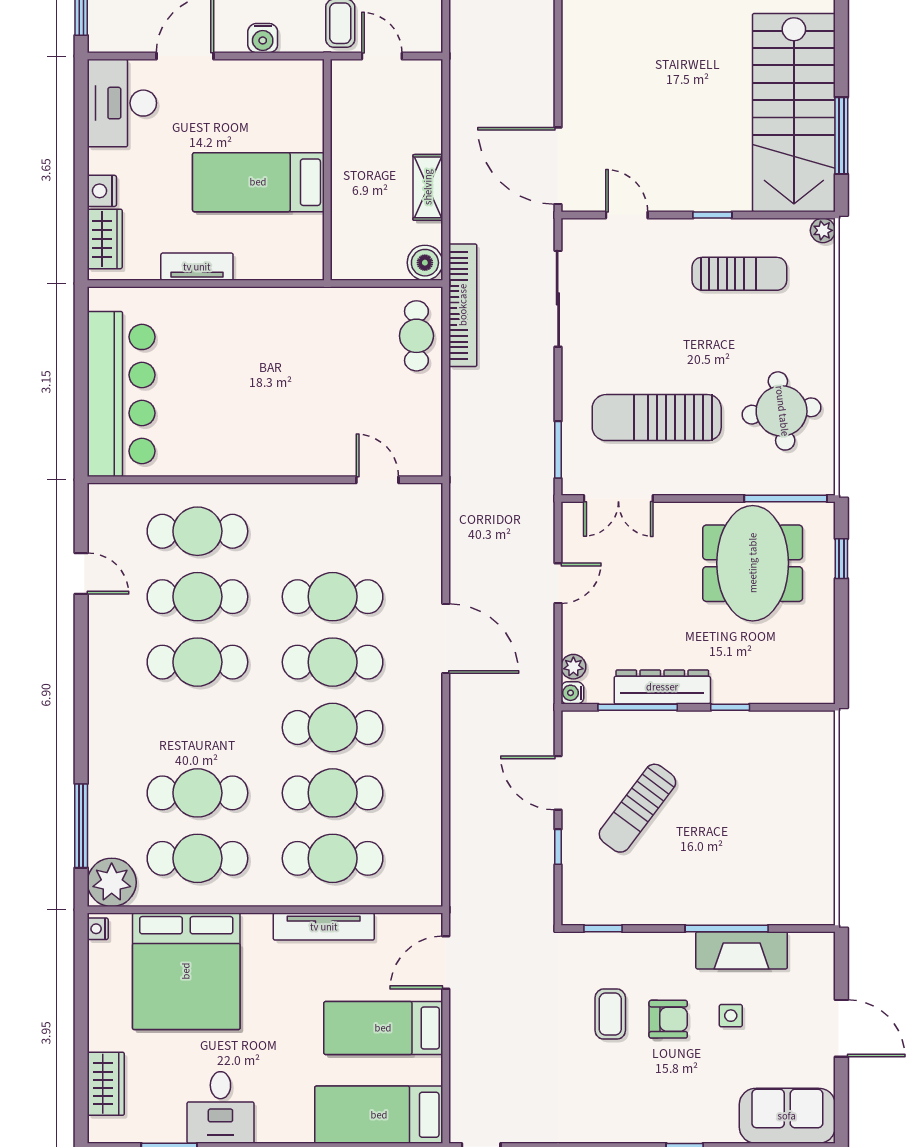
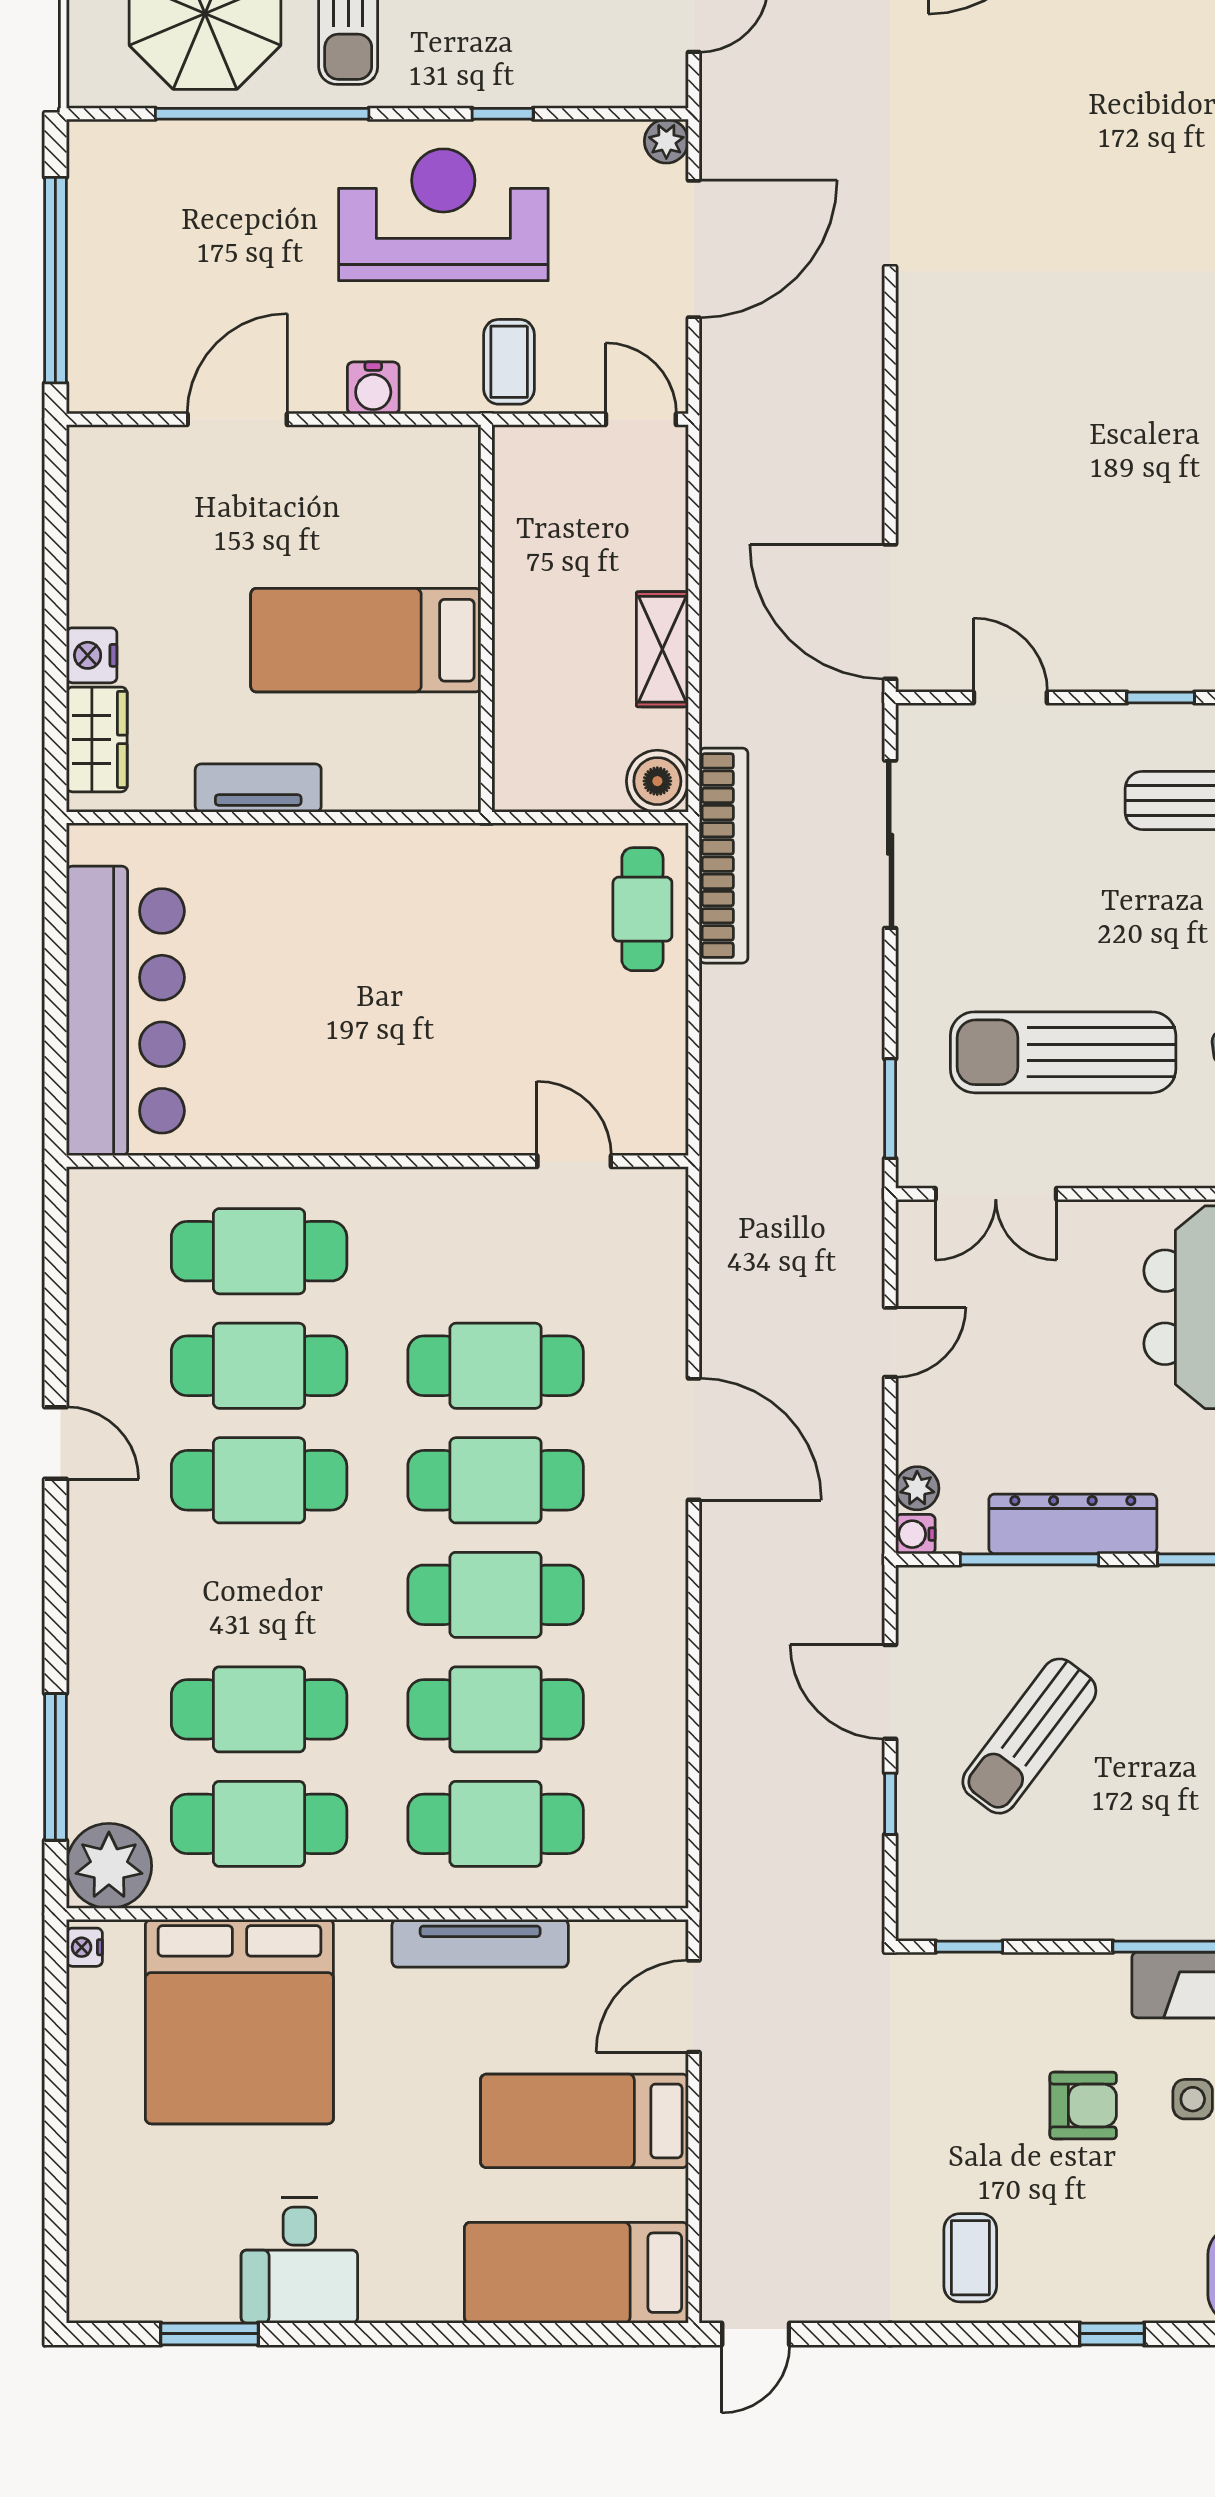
door: (382, 56) -> (641, 419), moved
desk: (122, 103) -> (127, 502), removed
door: (81, 573) -> (55, 1443), moved
coffee table: (610, 1014) -> (970, 2258), moved
wardrobe: (106, 1084) -> (99, 2218), removed

